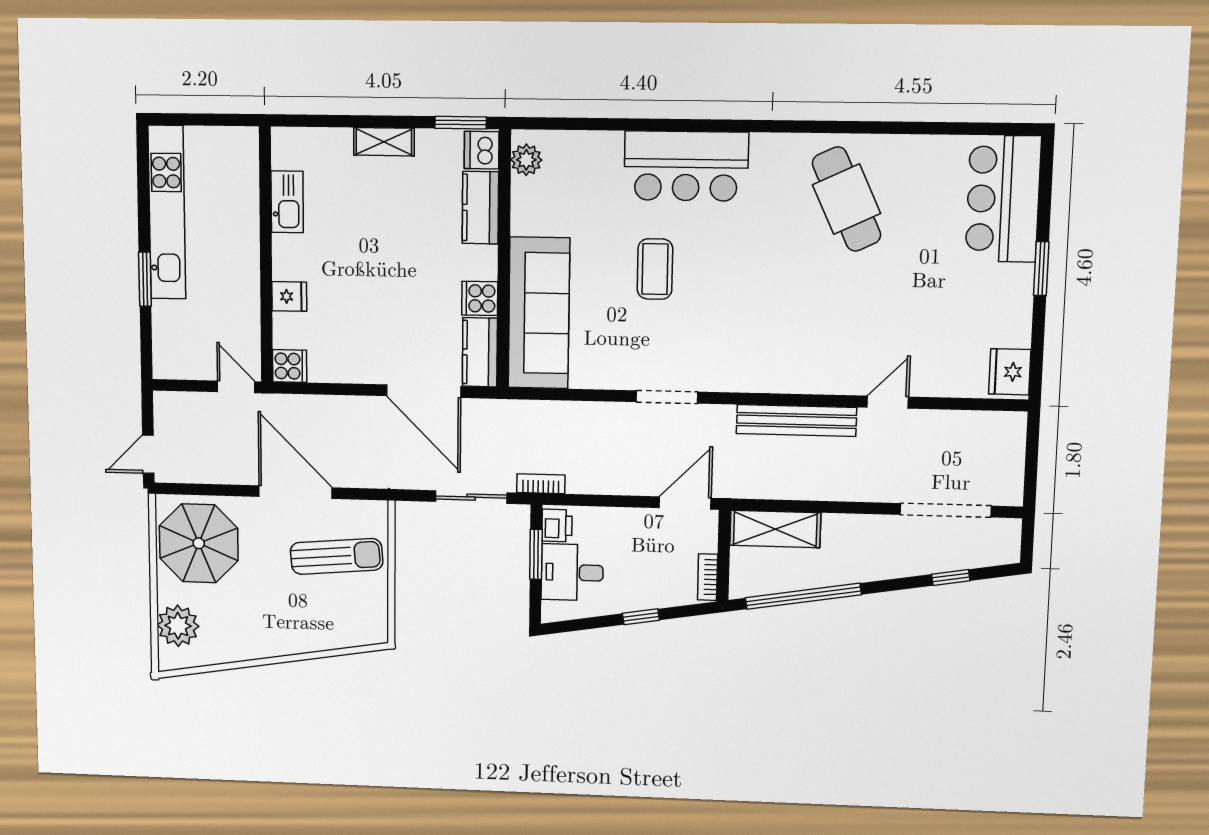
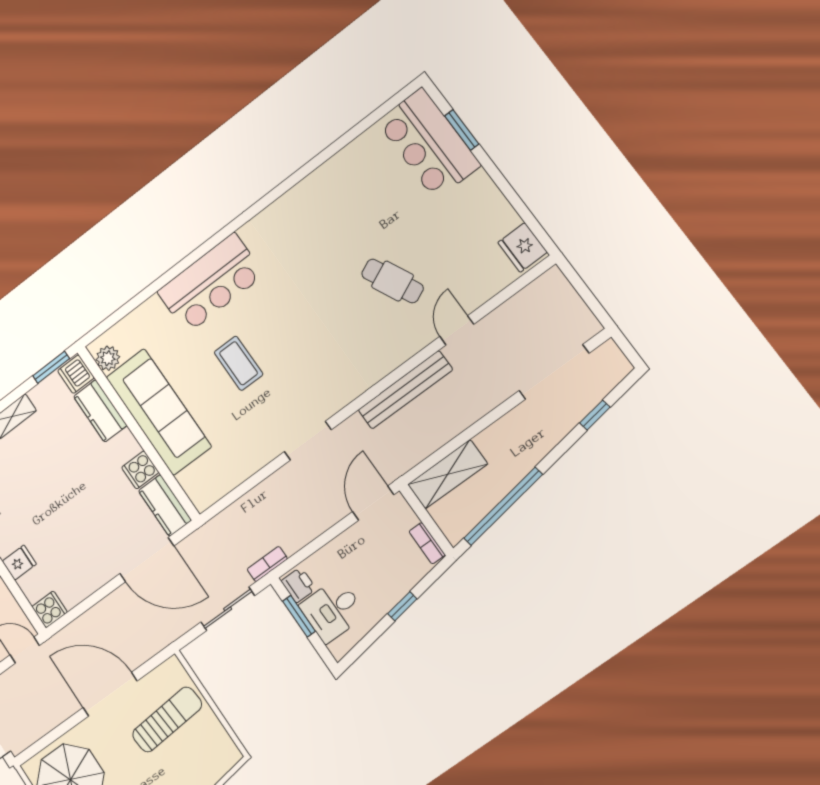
cafe table: (847, 199) -> (392, 281), moved, width x0.73, depth x0.74
window: (1041, 269) -> (462, 130), moved
sofa: (539, 313) -> (159, 412), moved

